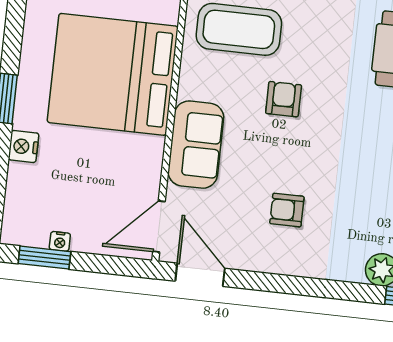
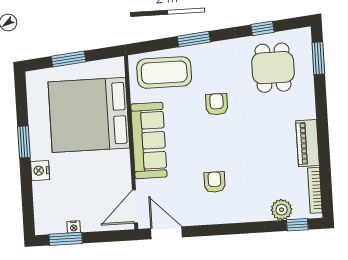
armchair: (284, 99) -> (217, 104), moved
sofa: (196, 145) -> (149, 141), width x1.36
armchair: (287, 210) -> (215, 182), turned 90

